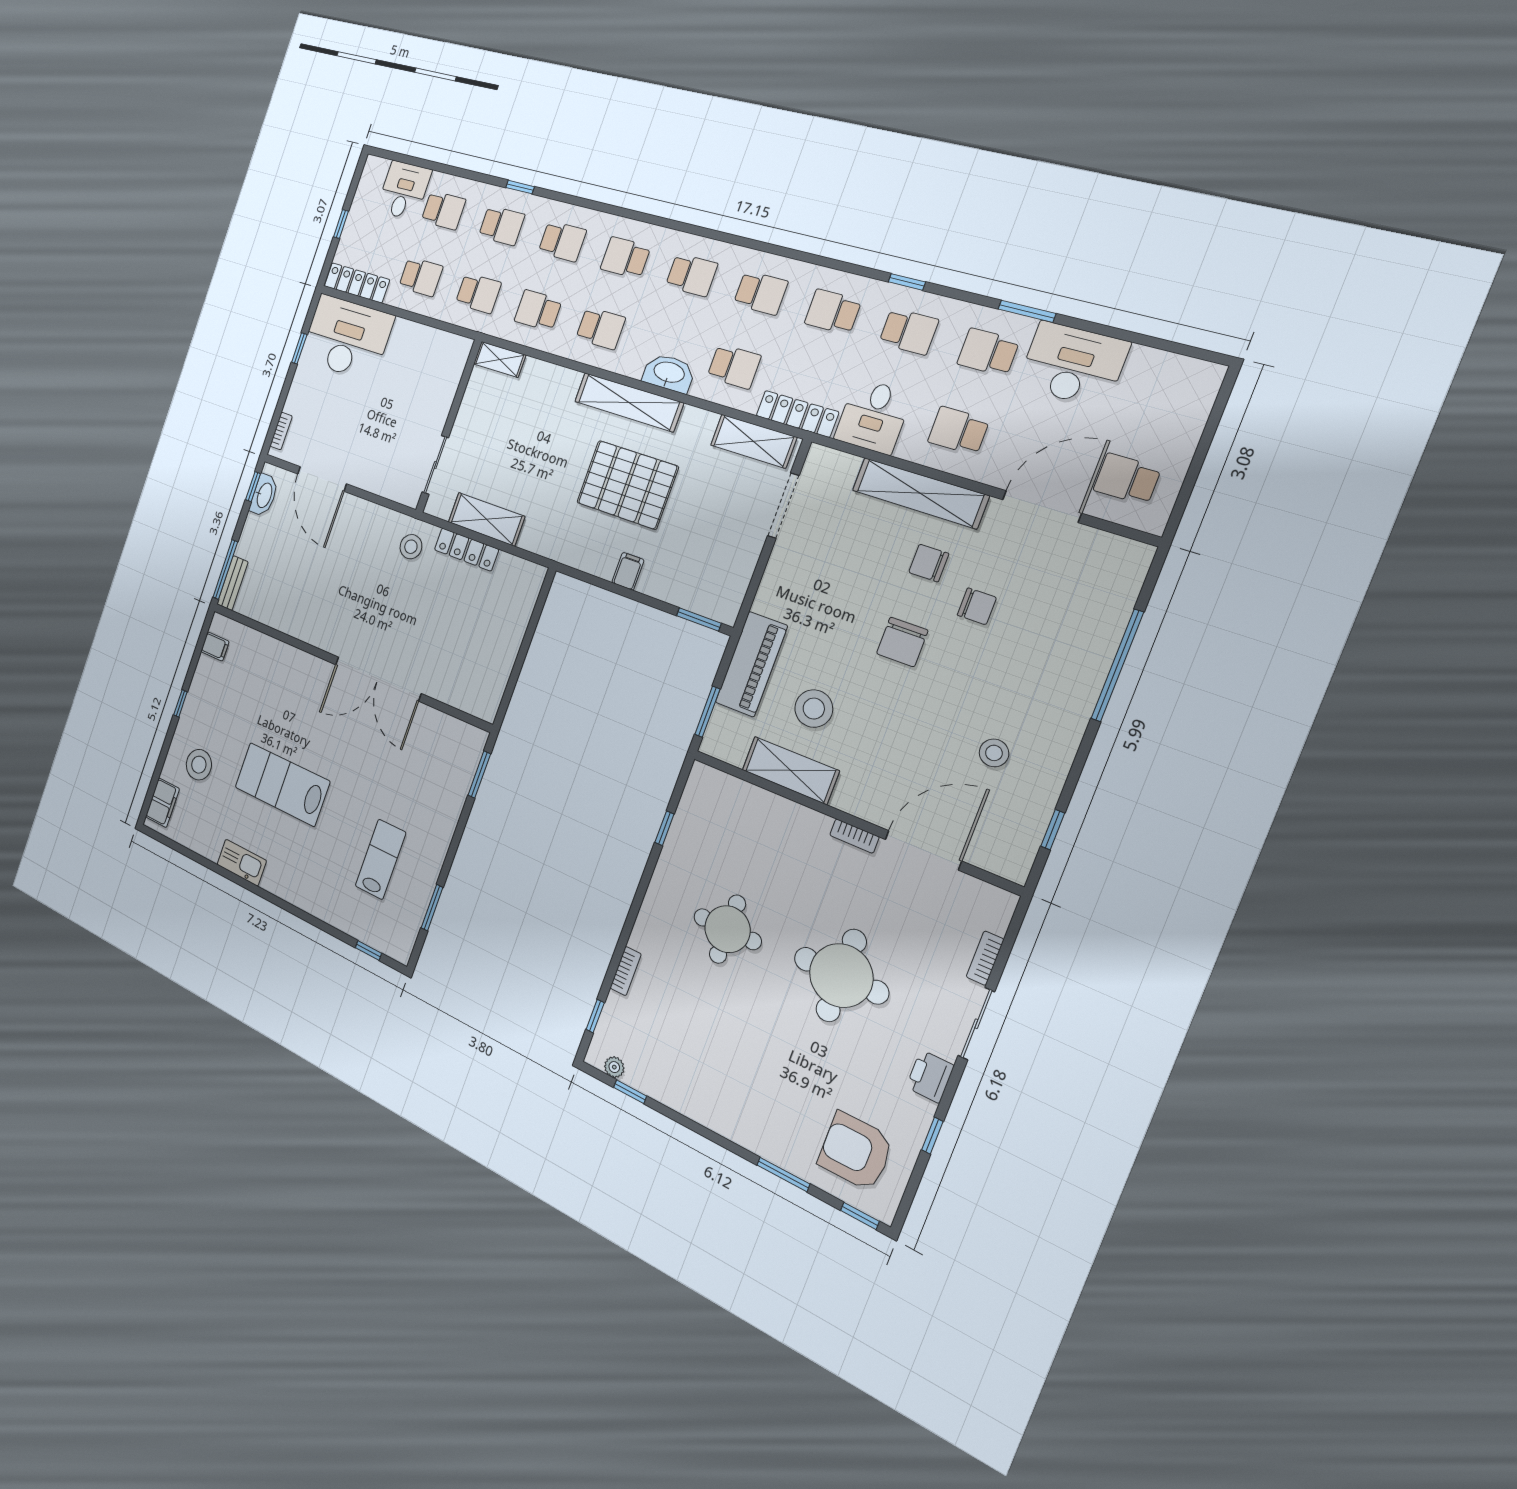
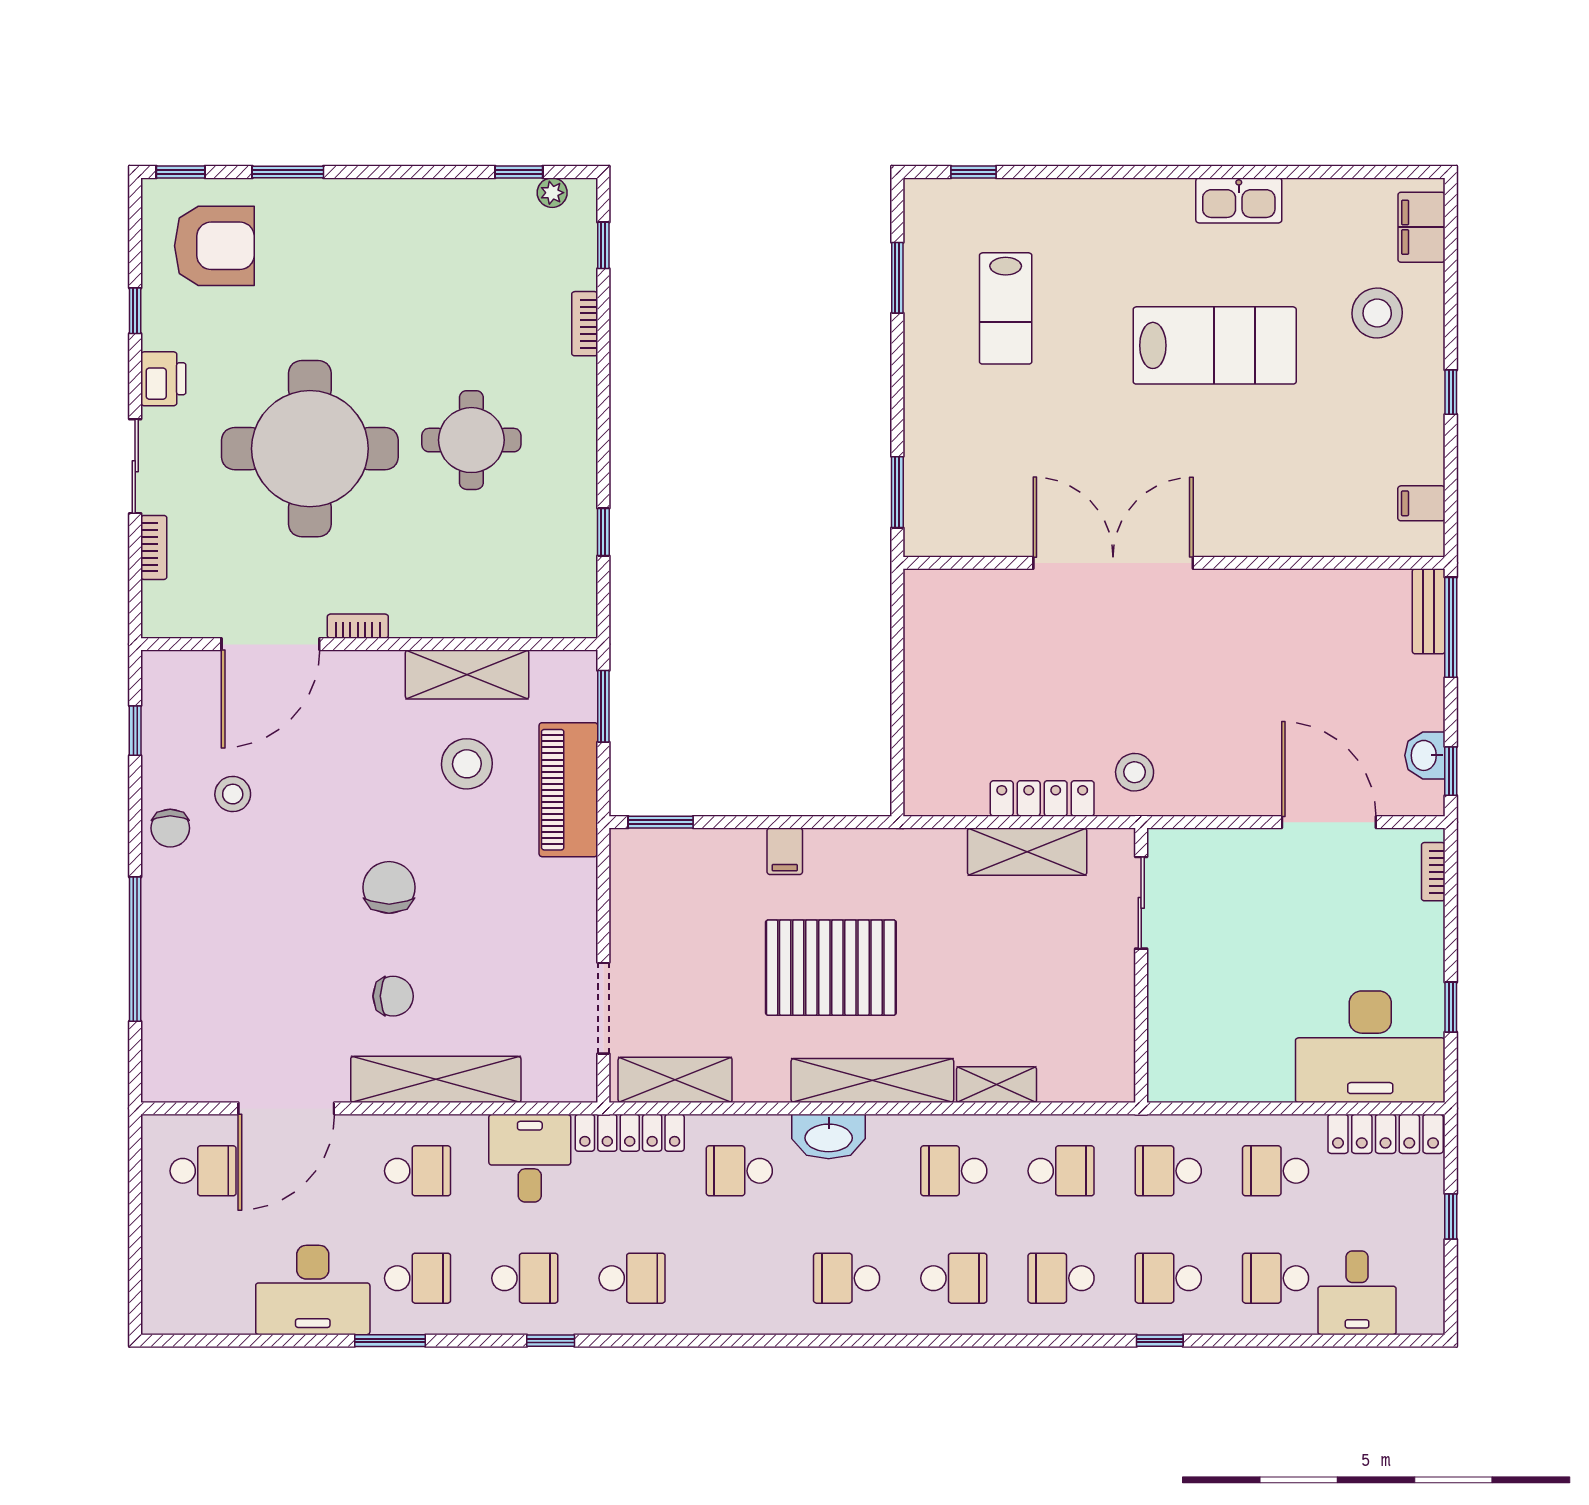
school desk: (761, 293) -> (739, 1278), removed
school desk: (909, 331) -> (525, 1278), turned 180
shelving: (500, 359) -> (997, 1085), moved
washbasin: (264, 495) -> (1425, 755), width x0.72
chair: (977, 606) -> (170, 828), moved, turned -90
round table: (841, 976) -> (310, 449), width x1.36, depth x1.36

